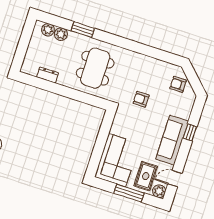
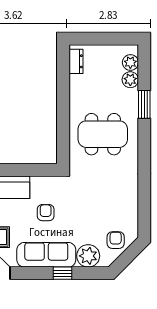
dresser: (48, 75) -> (76, 61), moved
armchair: (141, 99) -> (46, 213), moved
plant: (183, 109) -> (88, 256), added

